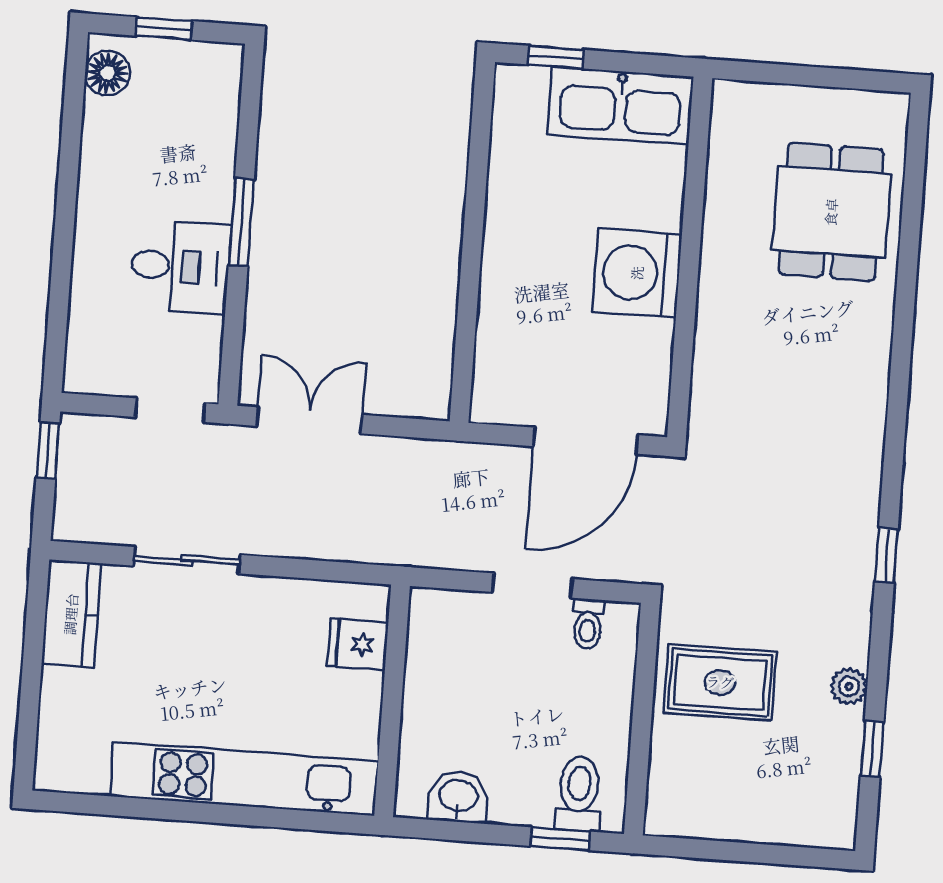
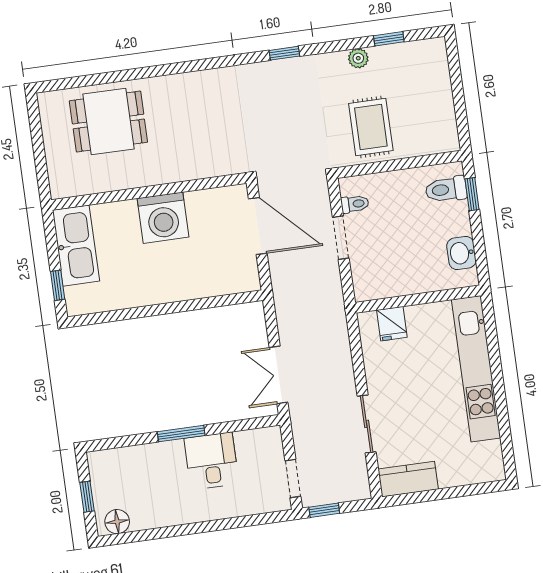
doorway: (170, 410) -> (293, 479), moved

